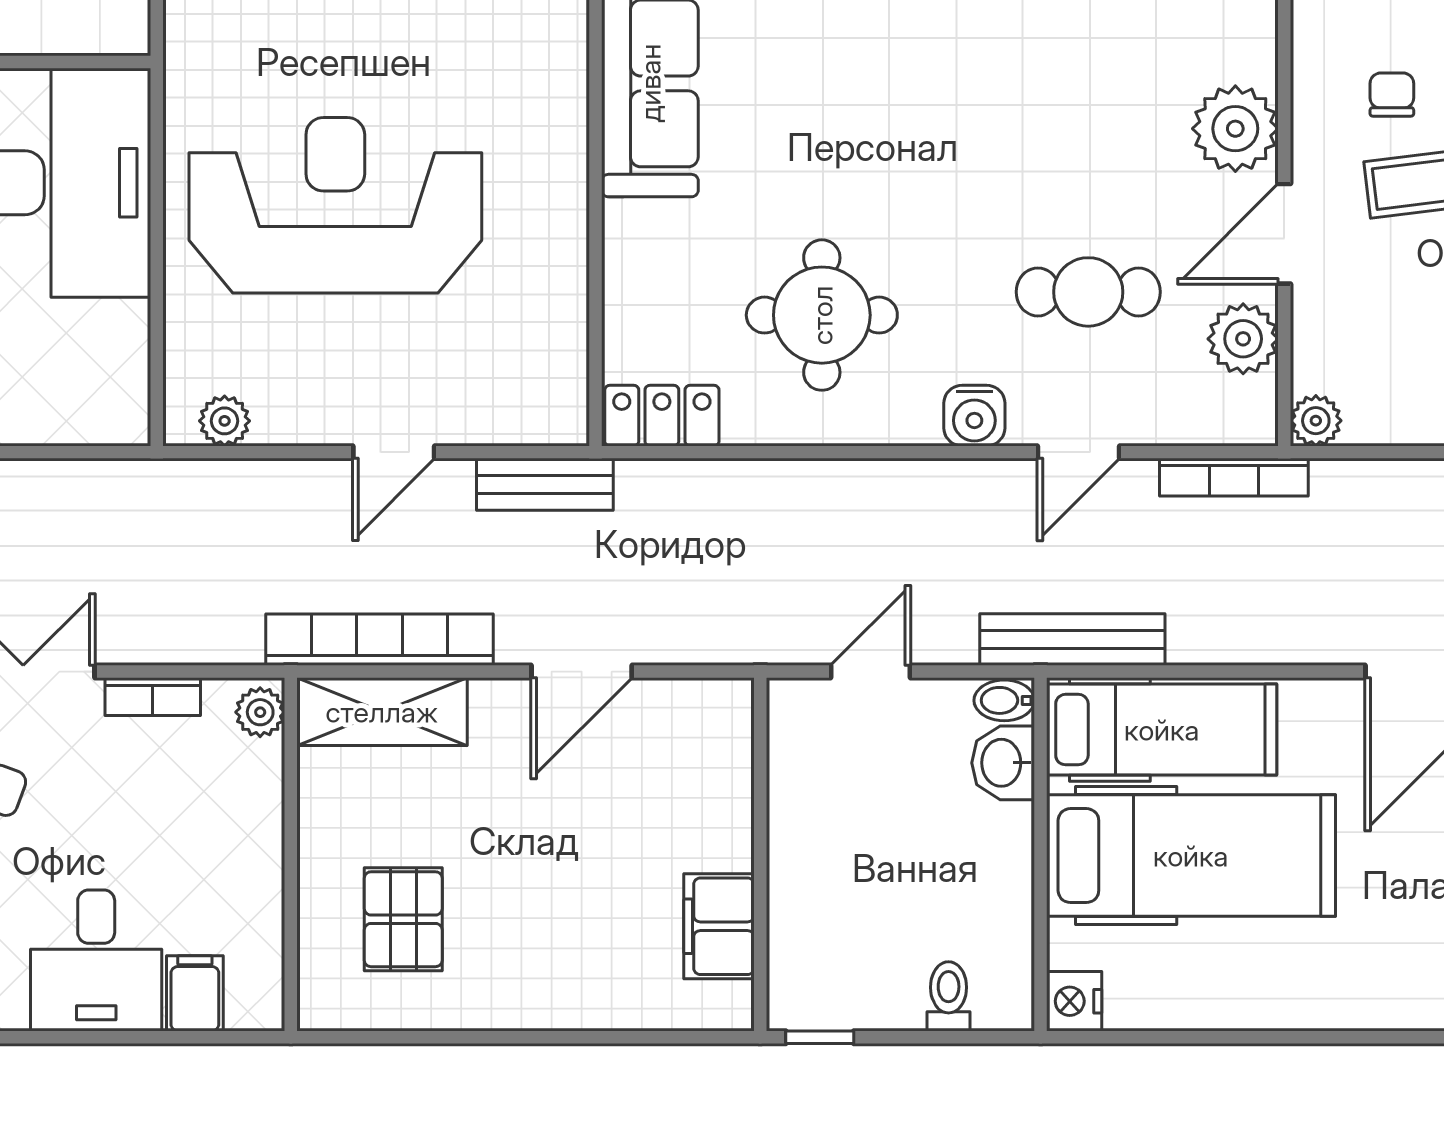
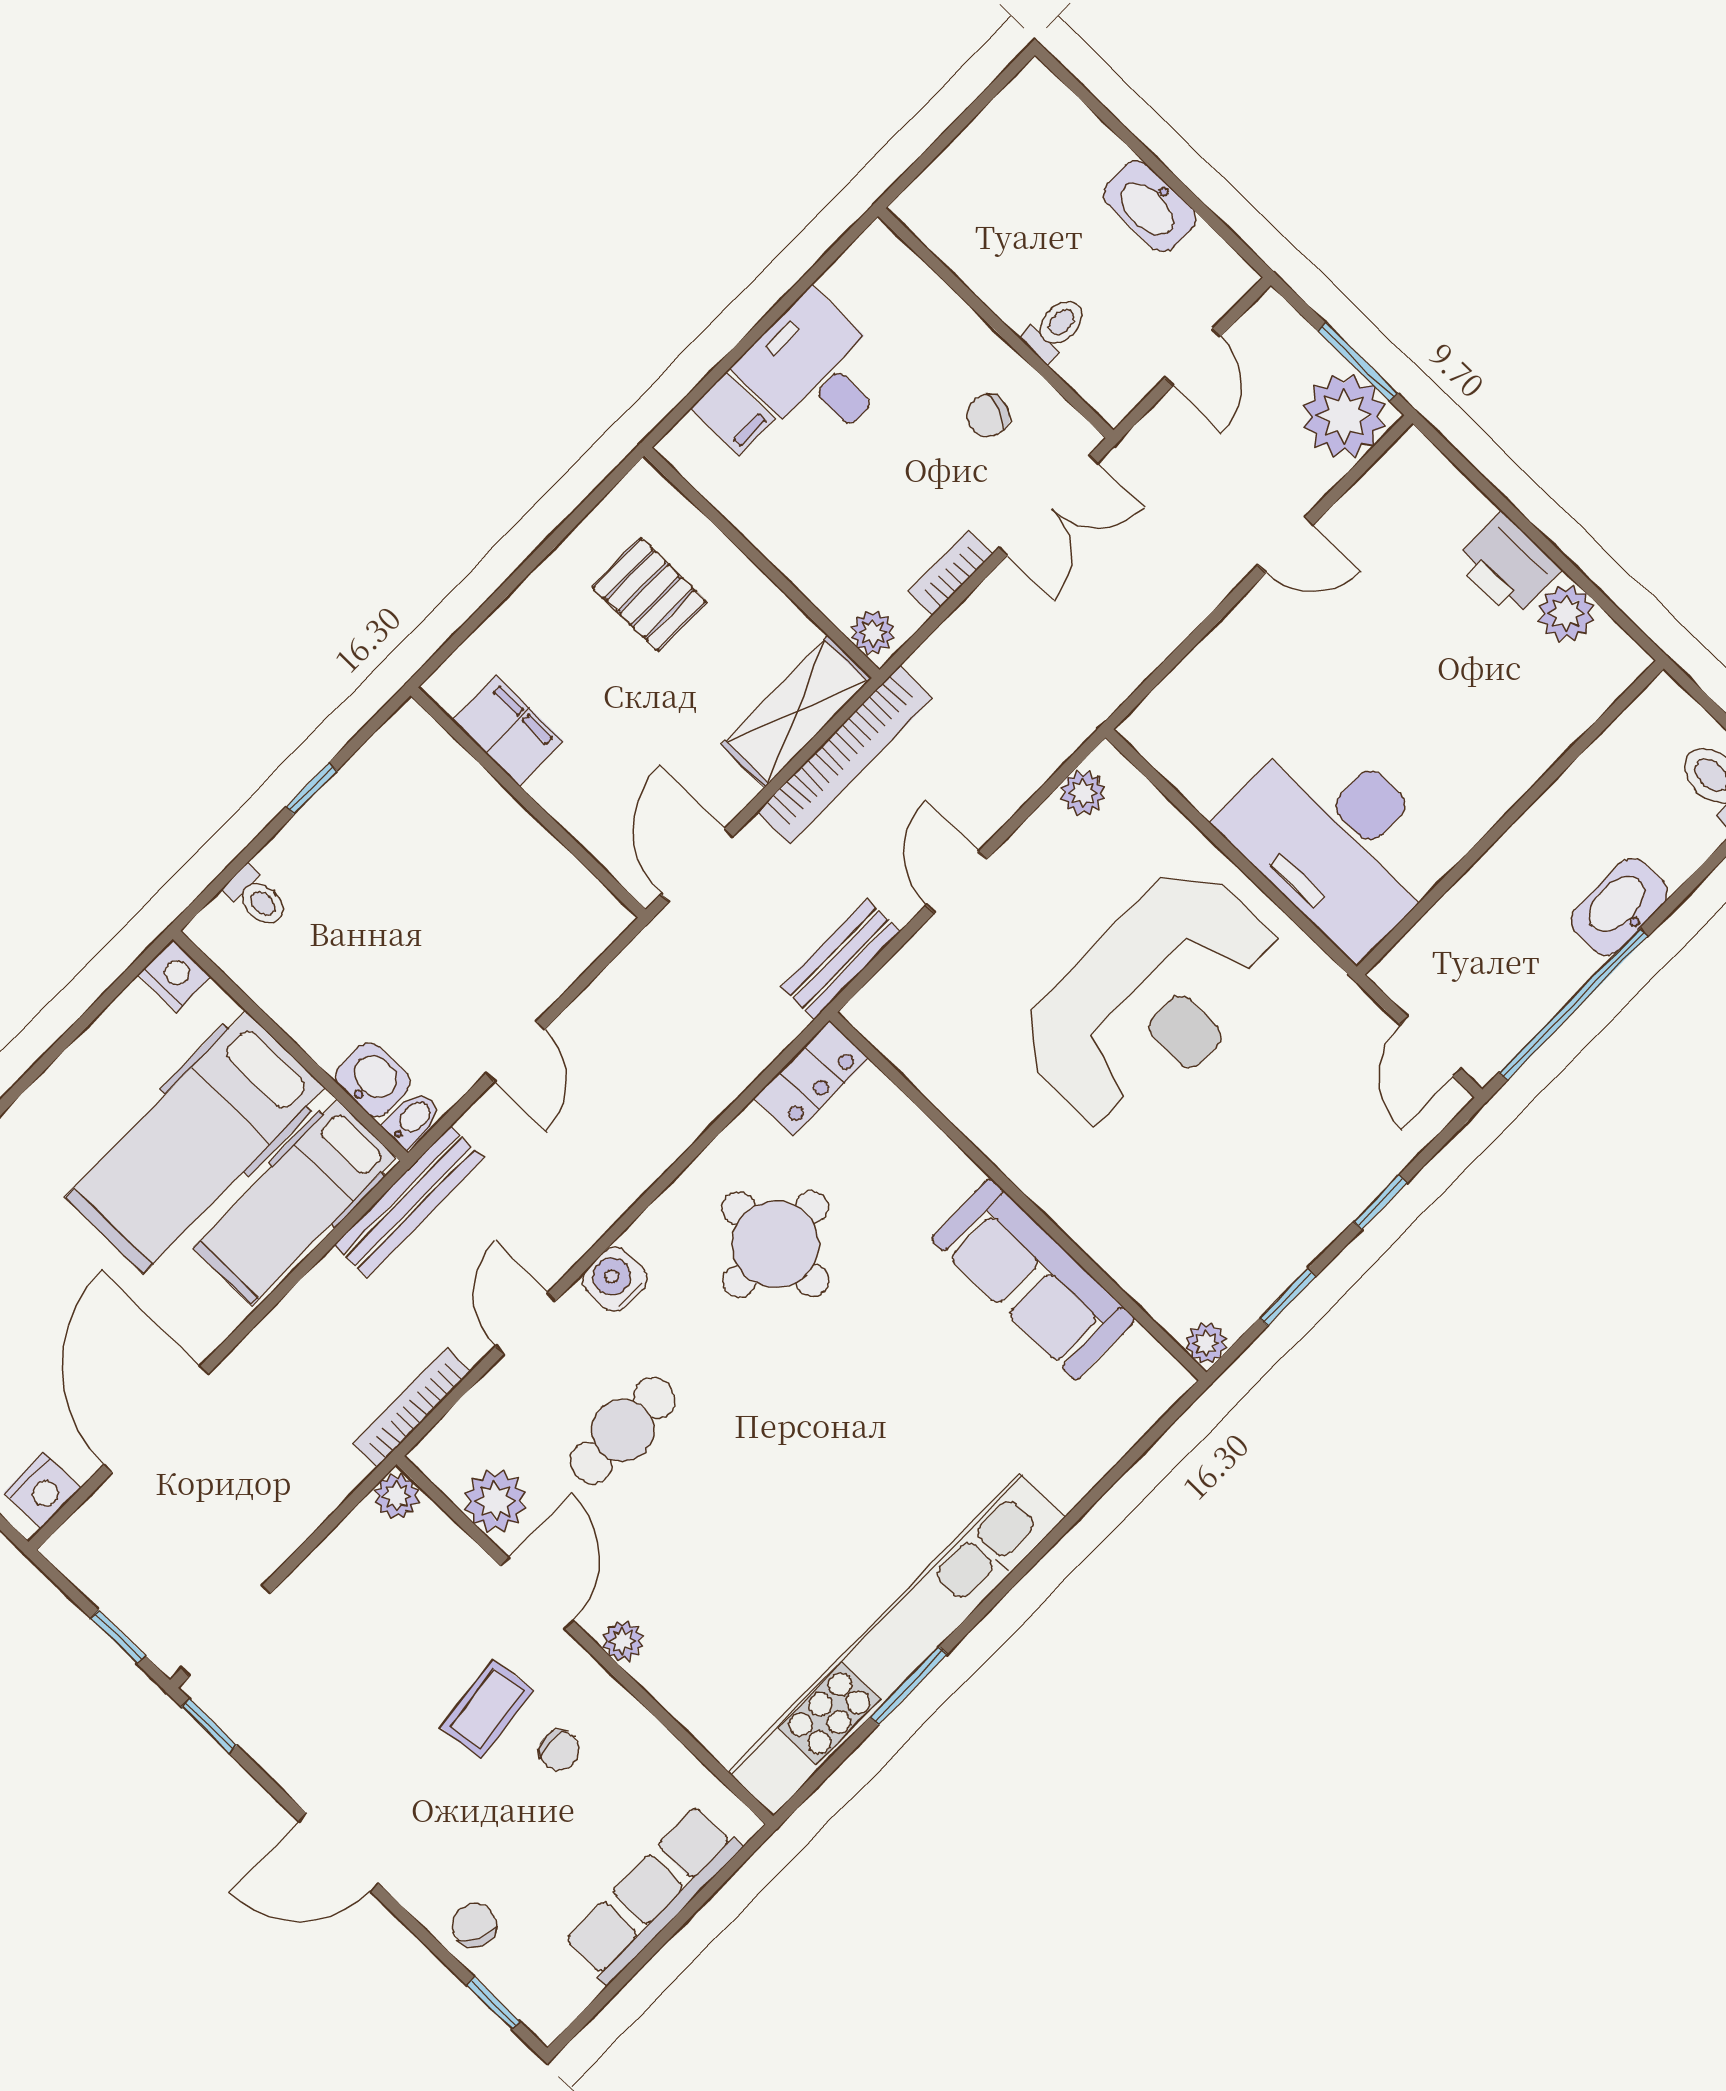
plant: (1235, 129) -> (623, 1641), width x0.53, depth x0.53
wall: (760, 854) -> (528, 802), moved
filing cabinet: (719, 926) -> (508, 731), moved

